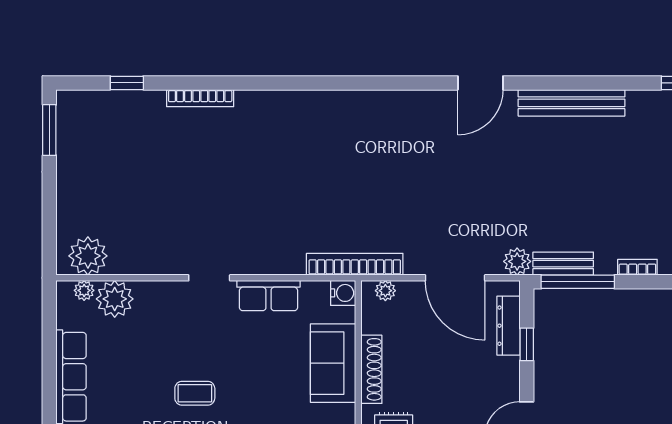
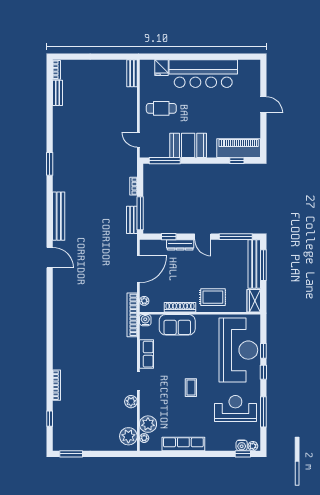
plant: (517, 261) -> (131, 402), moved
dresser: (508, 326) -> (180, 245), moved

